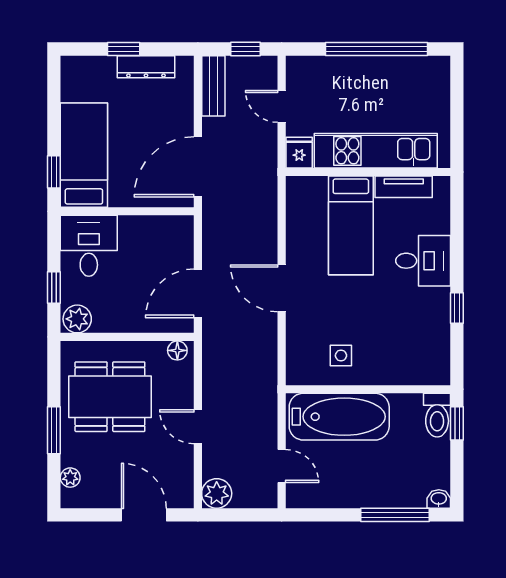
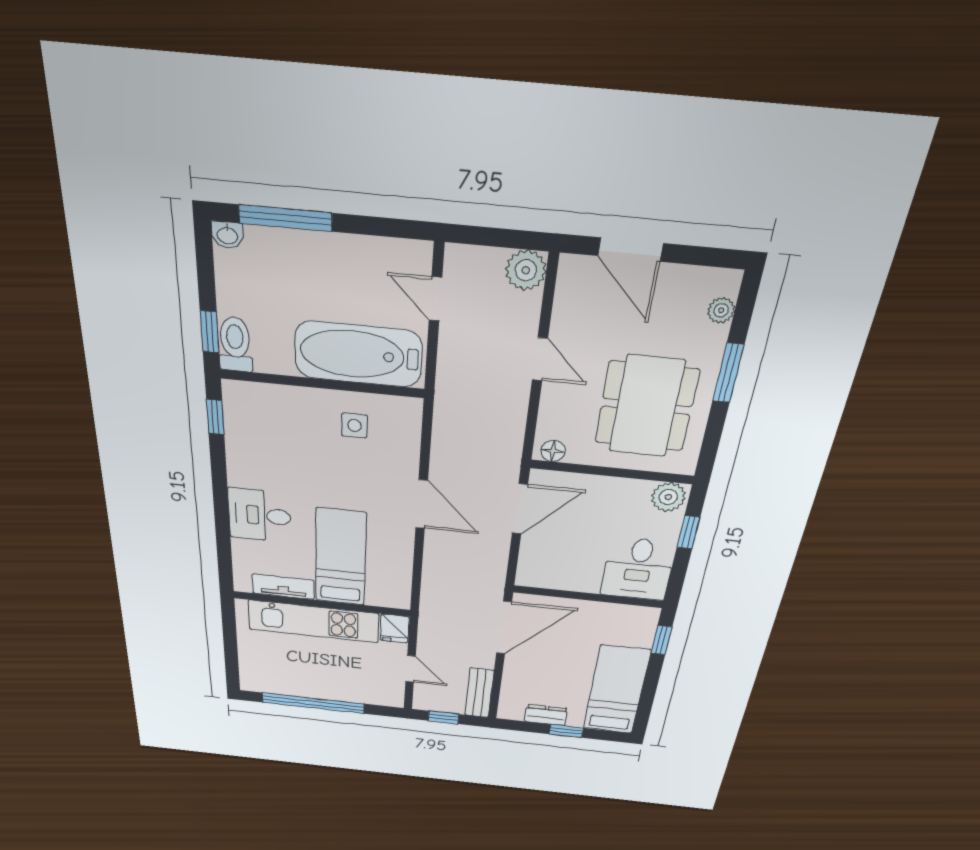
dresser: (146, 67) -> (546, 715), width x0.70
bed: (84, 155) -> (616, 690), moved, turned 180
window: (457, 308) -> (215, 417), moved
dining table: (110, 397) -> (646, 406), turned 90

